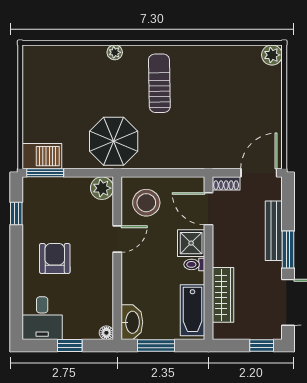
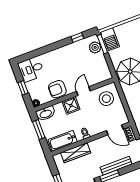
plant: (102, 188) -> (95, 47), moved
door: (208, 209) -> (115, 130), swing flipped
door: (117, 239) -> (83, 91), swing flipped
shower: (191, 243) -> (71, 105), moved
armchair: (55, 258) -> (57, 89), moved, turned 180

